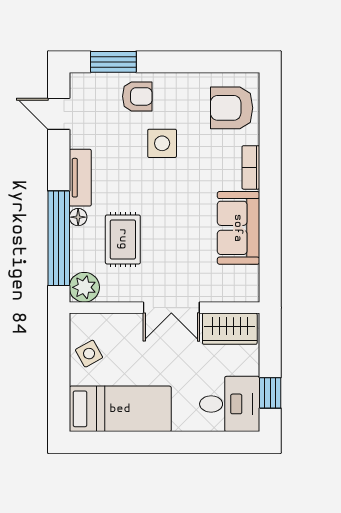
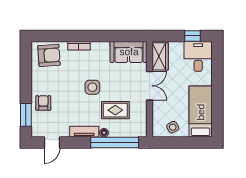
armchair: (232, 108) -> (49, 55), turned -94
side table: (162, 143) -> (92, 87), moved
sofa: (238, 228) -> (129, 52), moved
plant: (84, 287) -> (139, 130), removed

